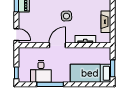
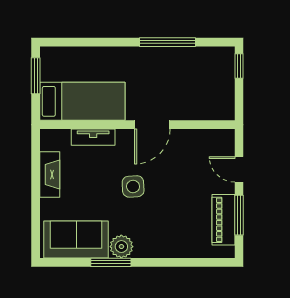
door: (16, 35) -> (239, 169), moved
desk: (41, 71) -> (187, 70), removed
bed: (90, 73) -> (82, 101), moved

